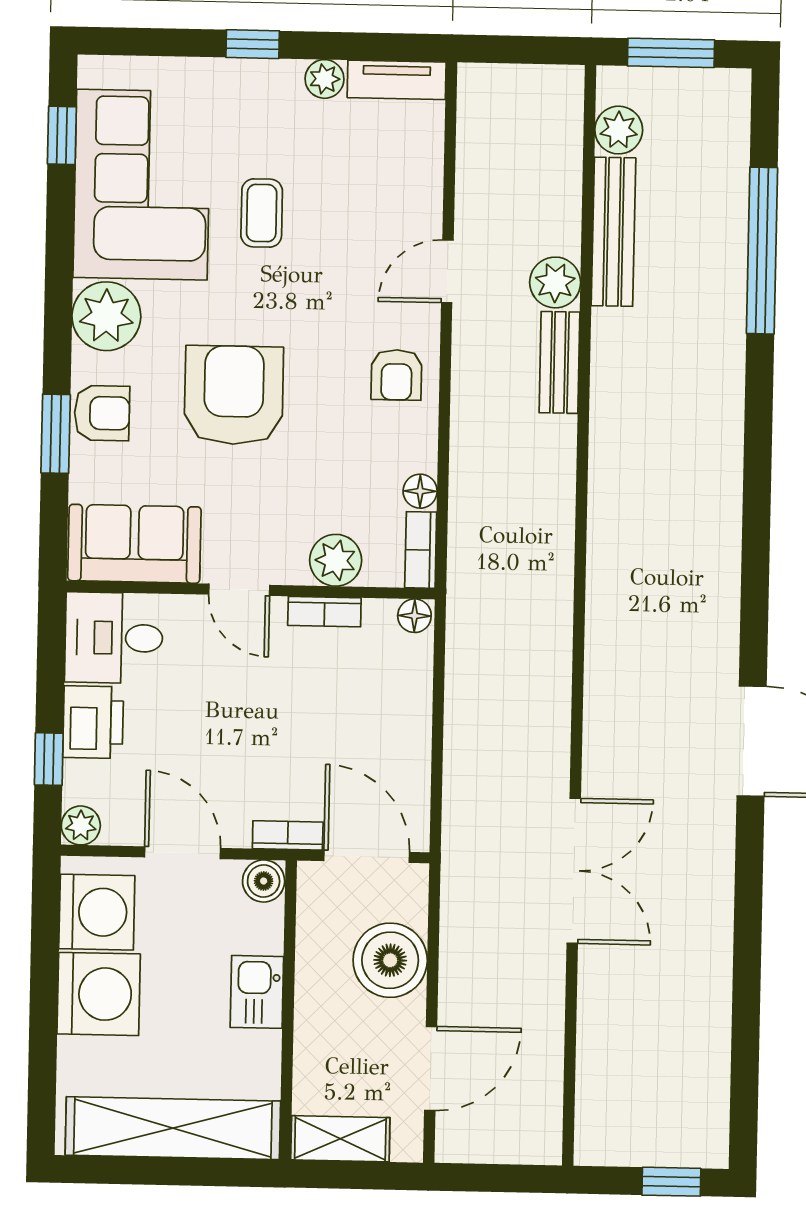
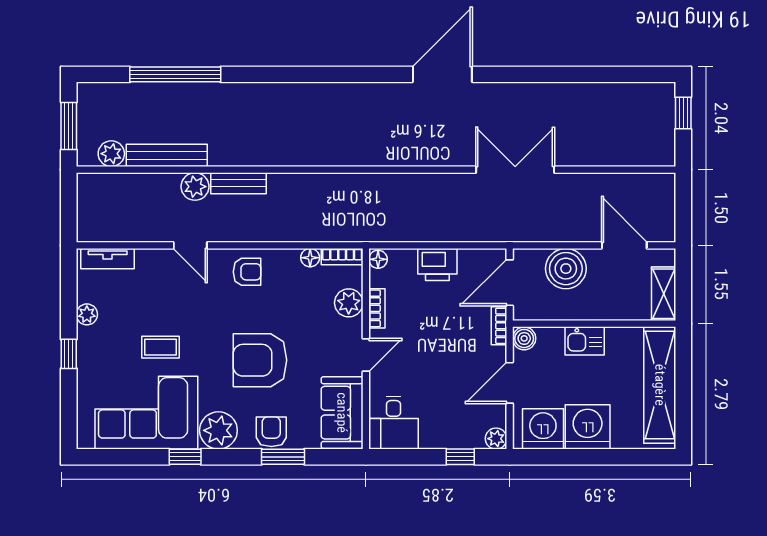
tv unit: (397, 80) -> (108, 259), moved, turned 90
window: (62, 135) -> (185, 457), moved
printer: (93, 722) -> (437, 265), moved, turned 180

